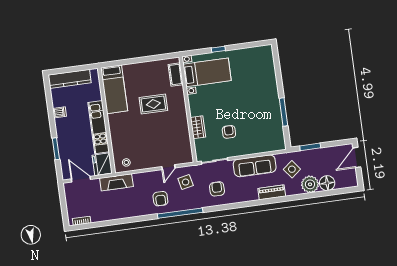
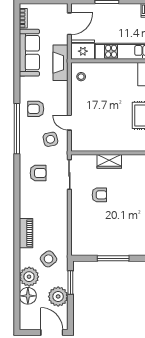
plant: (324, 156) -> (58, 296), added
sofa: (255, 166) -> (29, 53), moved, turned 180

